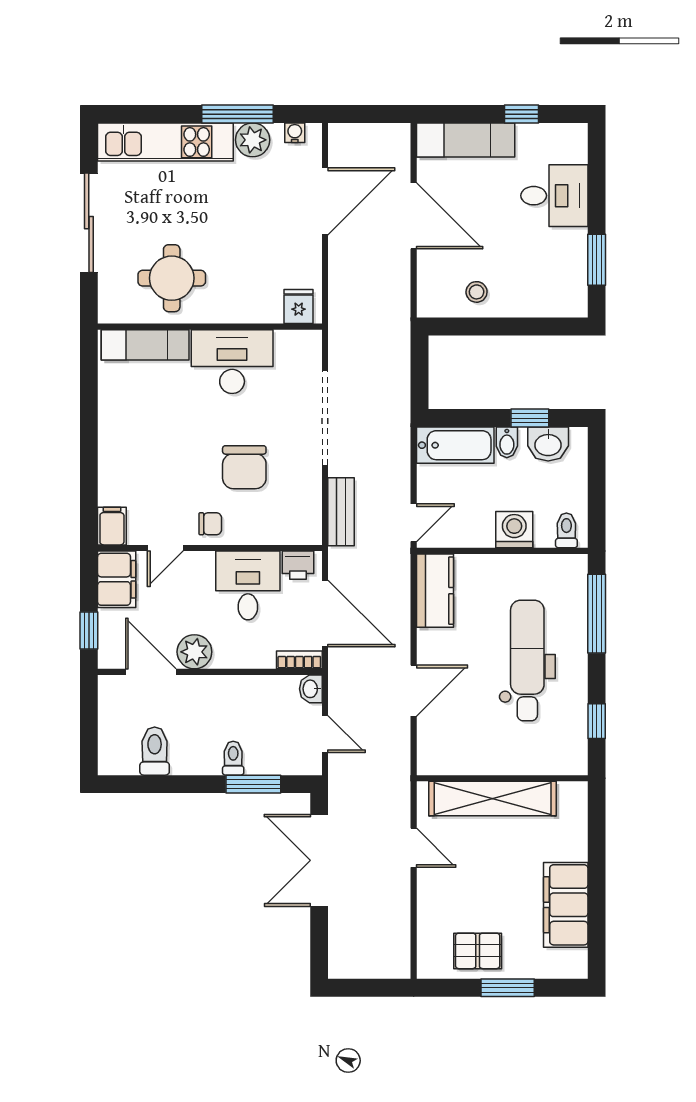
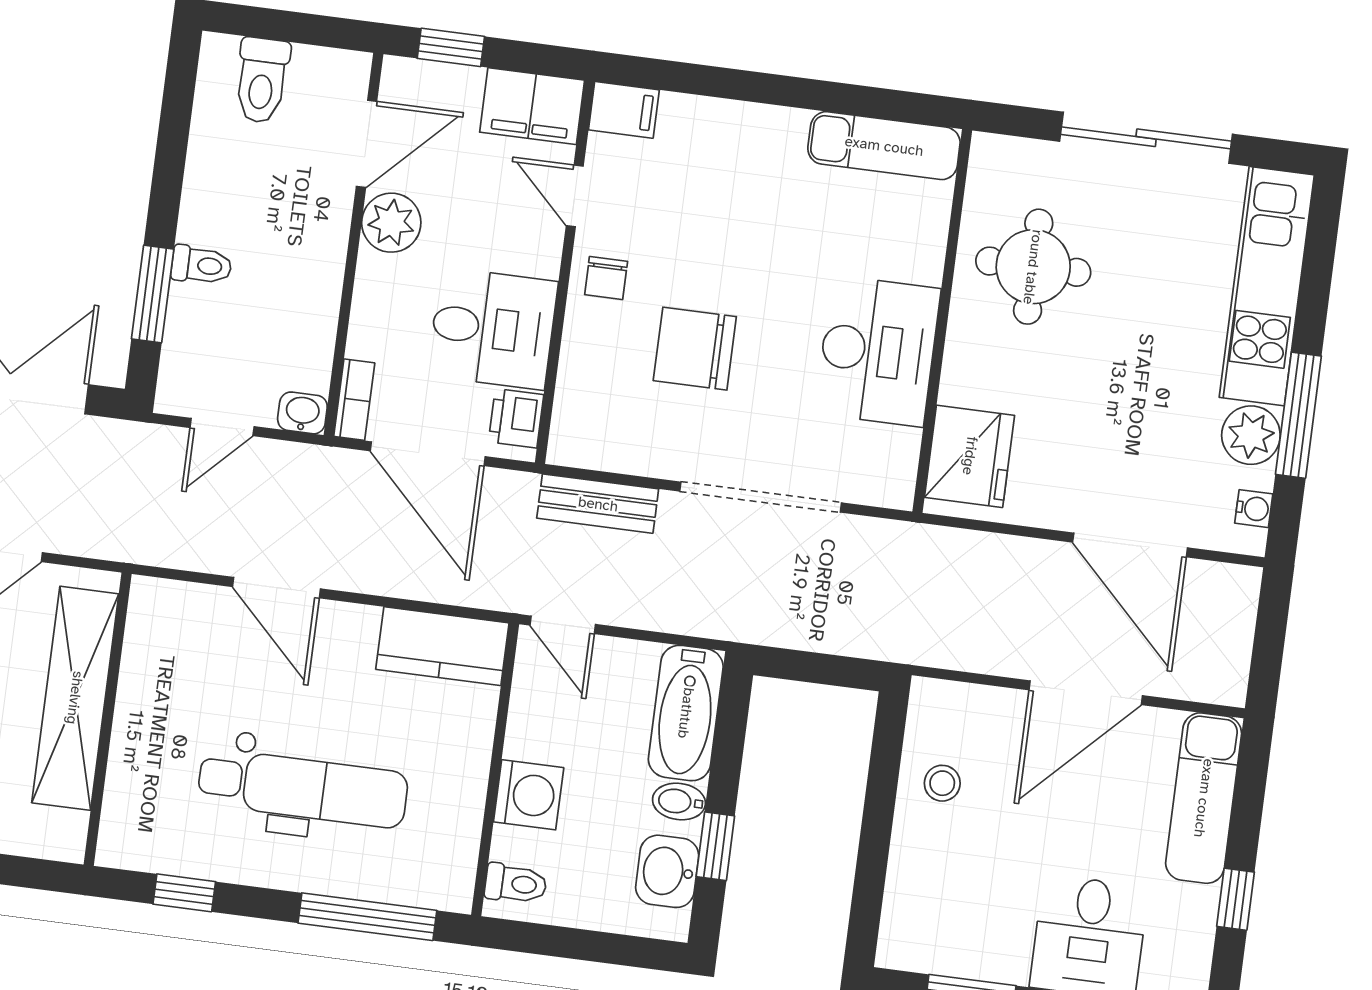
fridge: (299, 306) -> (970, 456), width x1.88, depth x1.34
exam couch: (145, 345) -> (884, 146), moved, turned -90
door: (325, 613) -> (428, 454), hinge flipped
toilet: (155, 751) -> (262, 80), moved, turned 90

